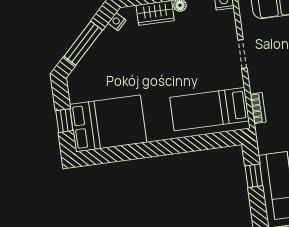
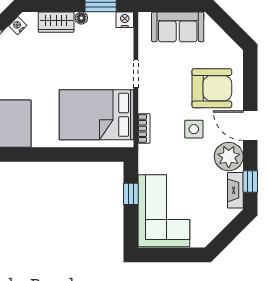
bed: (210, 109) -> (96, 115), width x1.50

